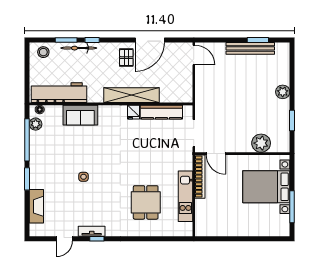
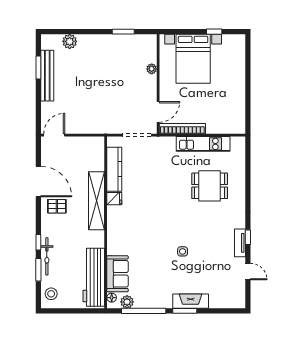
plant: (283, 92) -> (70, 41), moved
sofa: (80, 115) -> (118, 274), moved
plant: (261, 143) -> (152, 69), width x0.53, depth x0.53
fireplace: (36, 206) -> (191, 301), moved
window: (292, 207) -> (214, 32), width x0.46

